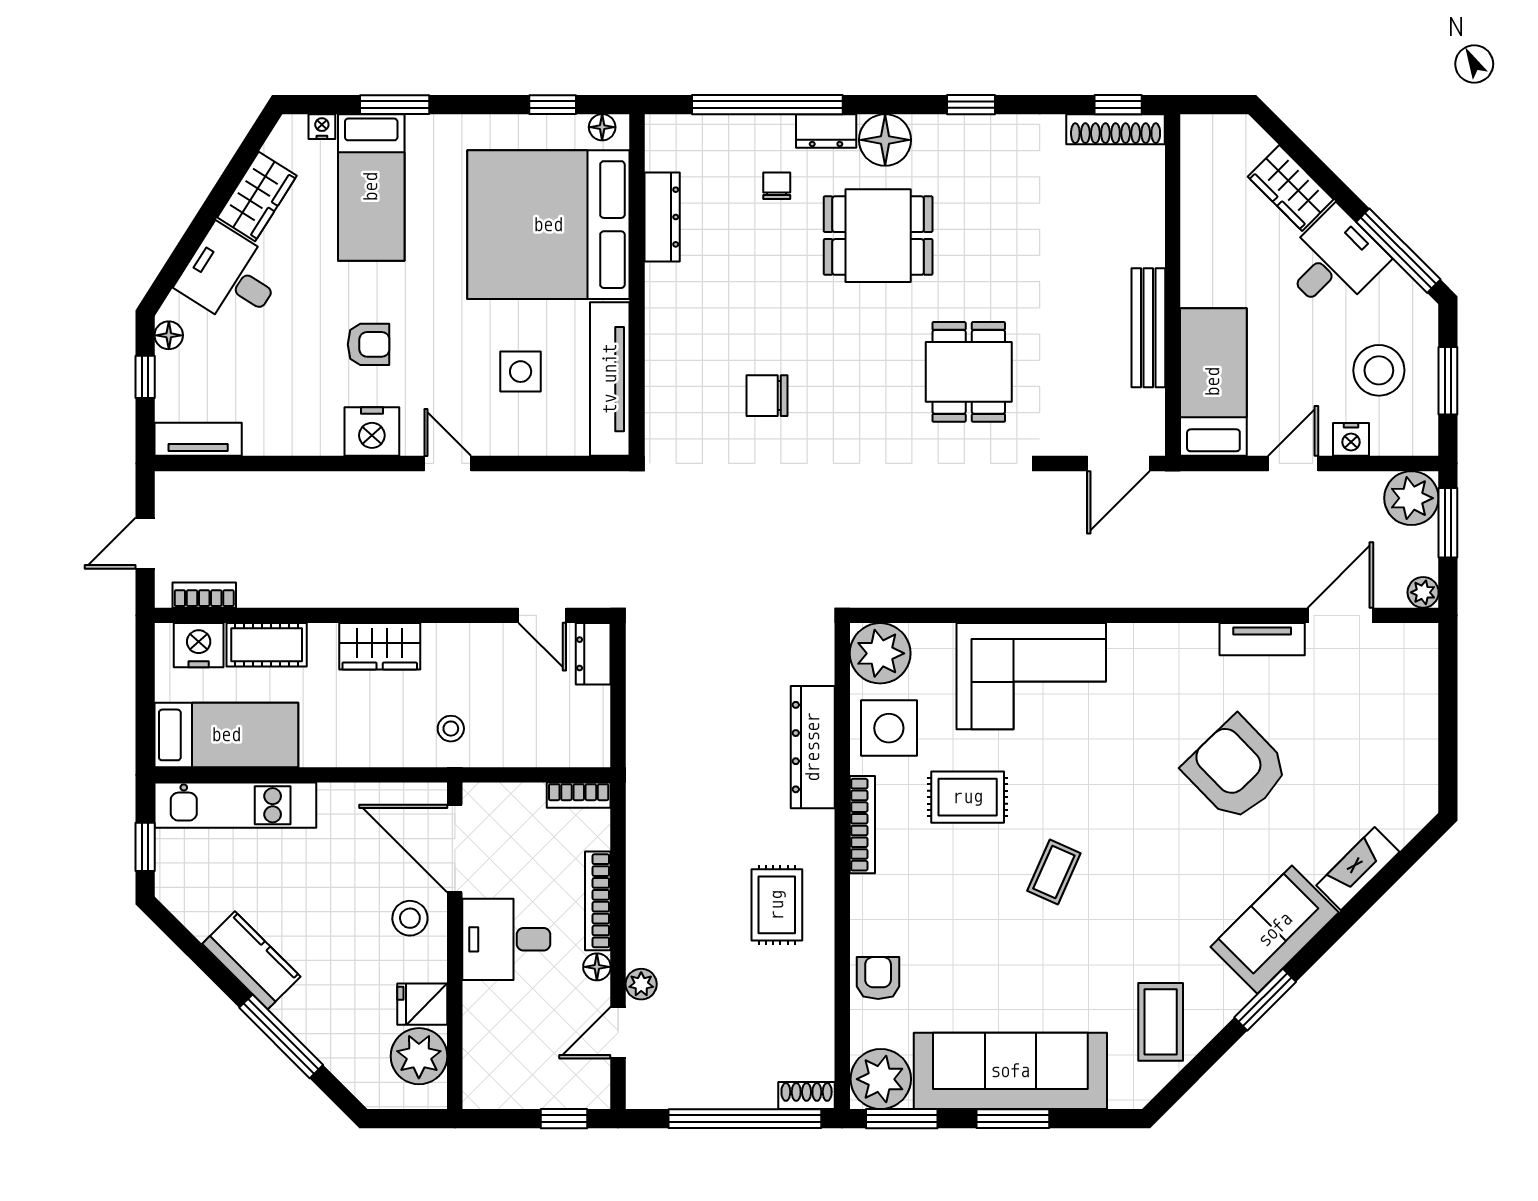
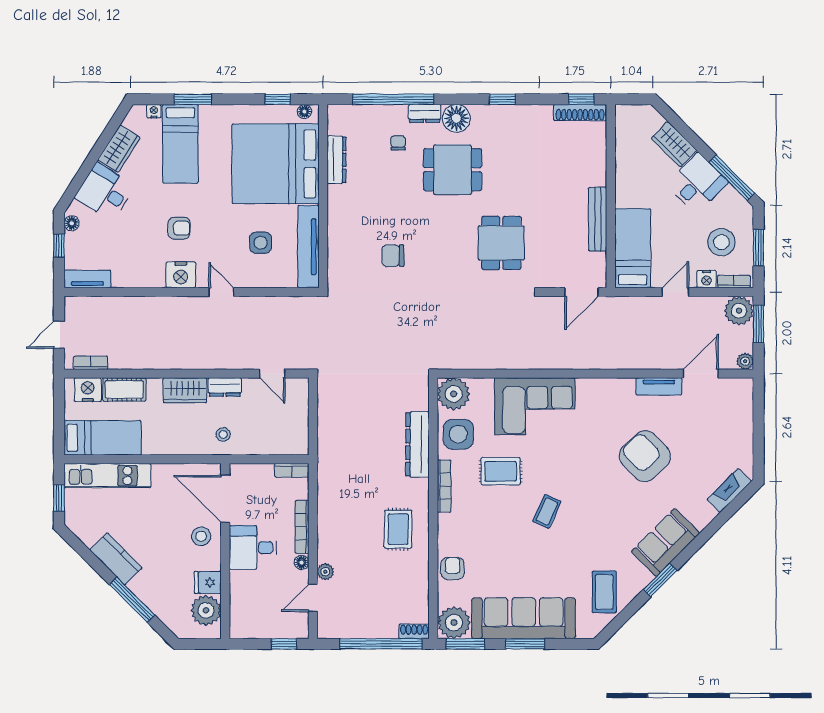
bookcase: (1402, 444) -> (734, 281), added
dresser: (593, 654) -> (225, 387), moved, turned -90
fireplace: (1358, 869) -> (729, 490), moved

